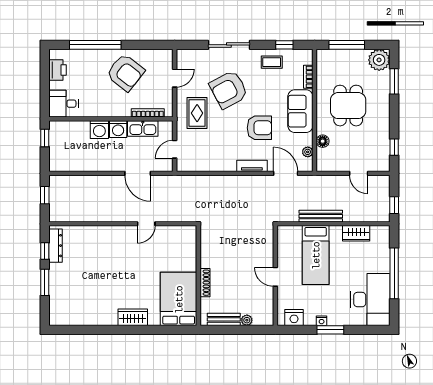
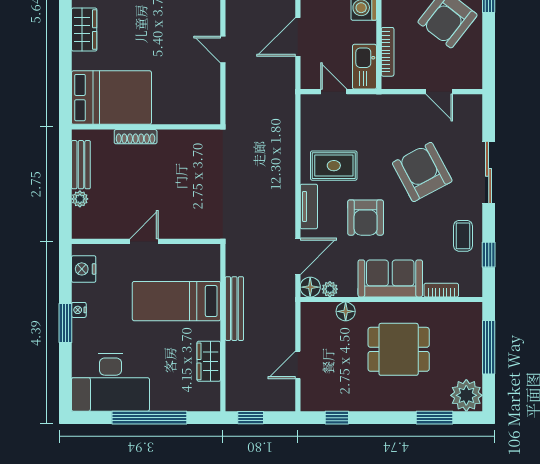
rug: (197, 113) -> (334, 166), moved
kitchen sink: (143, 128) -> (364, 67), moved
floor lamp: (306, 165) -> (310, 287), added

